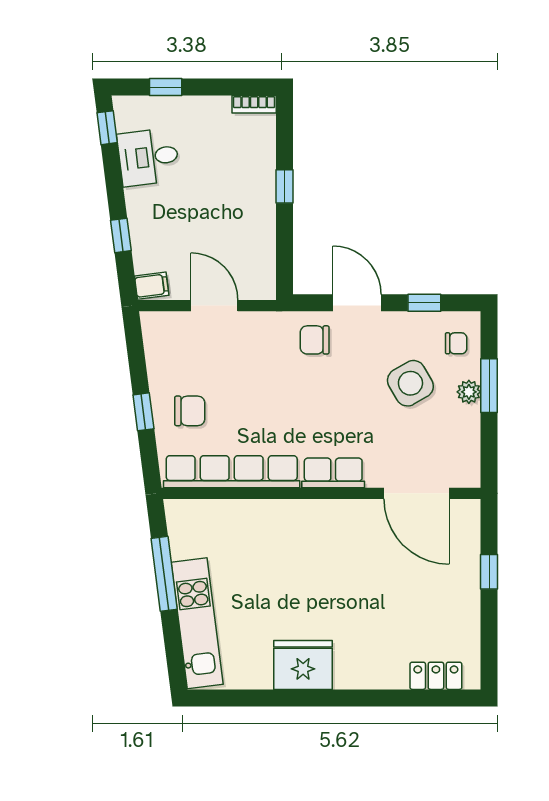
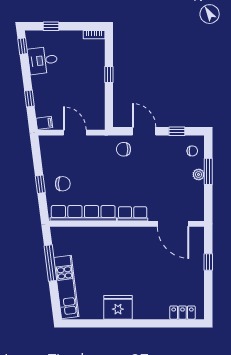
side table: (410, 383) -> (170, 170), removed

